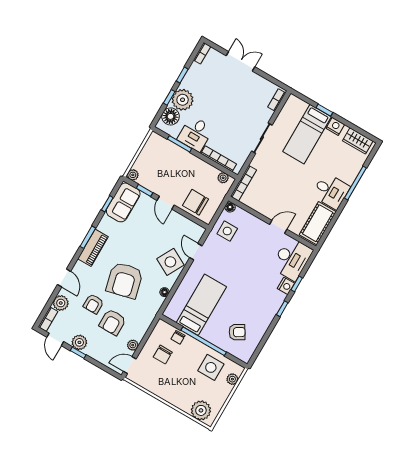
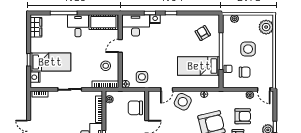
nightstand: (335, 126) -> (35, 77), moved
stool: (265, 196) -> (106, 66), added
chair: (196, 202) -> (135, 108), turned 90
door: (278, 227) -> (120, 46), hinge flipped
side table: (211, 367) -> (248, 49), moved

